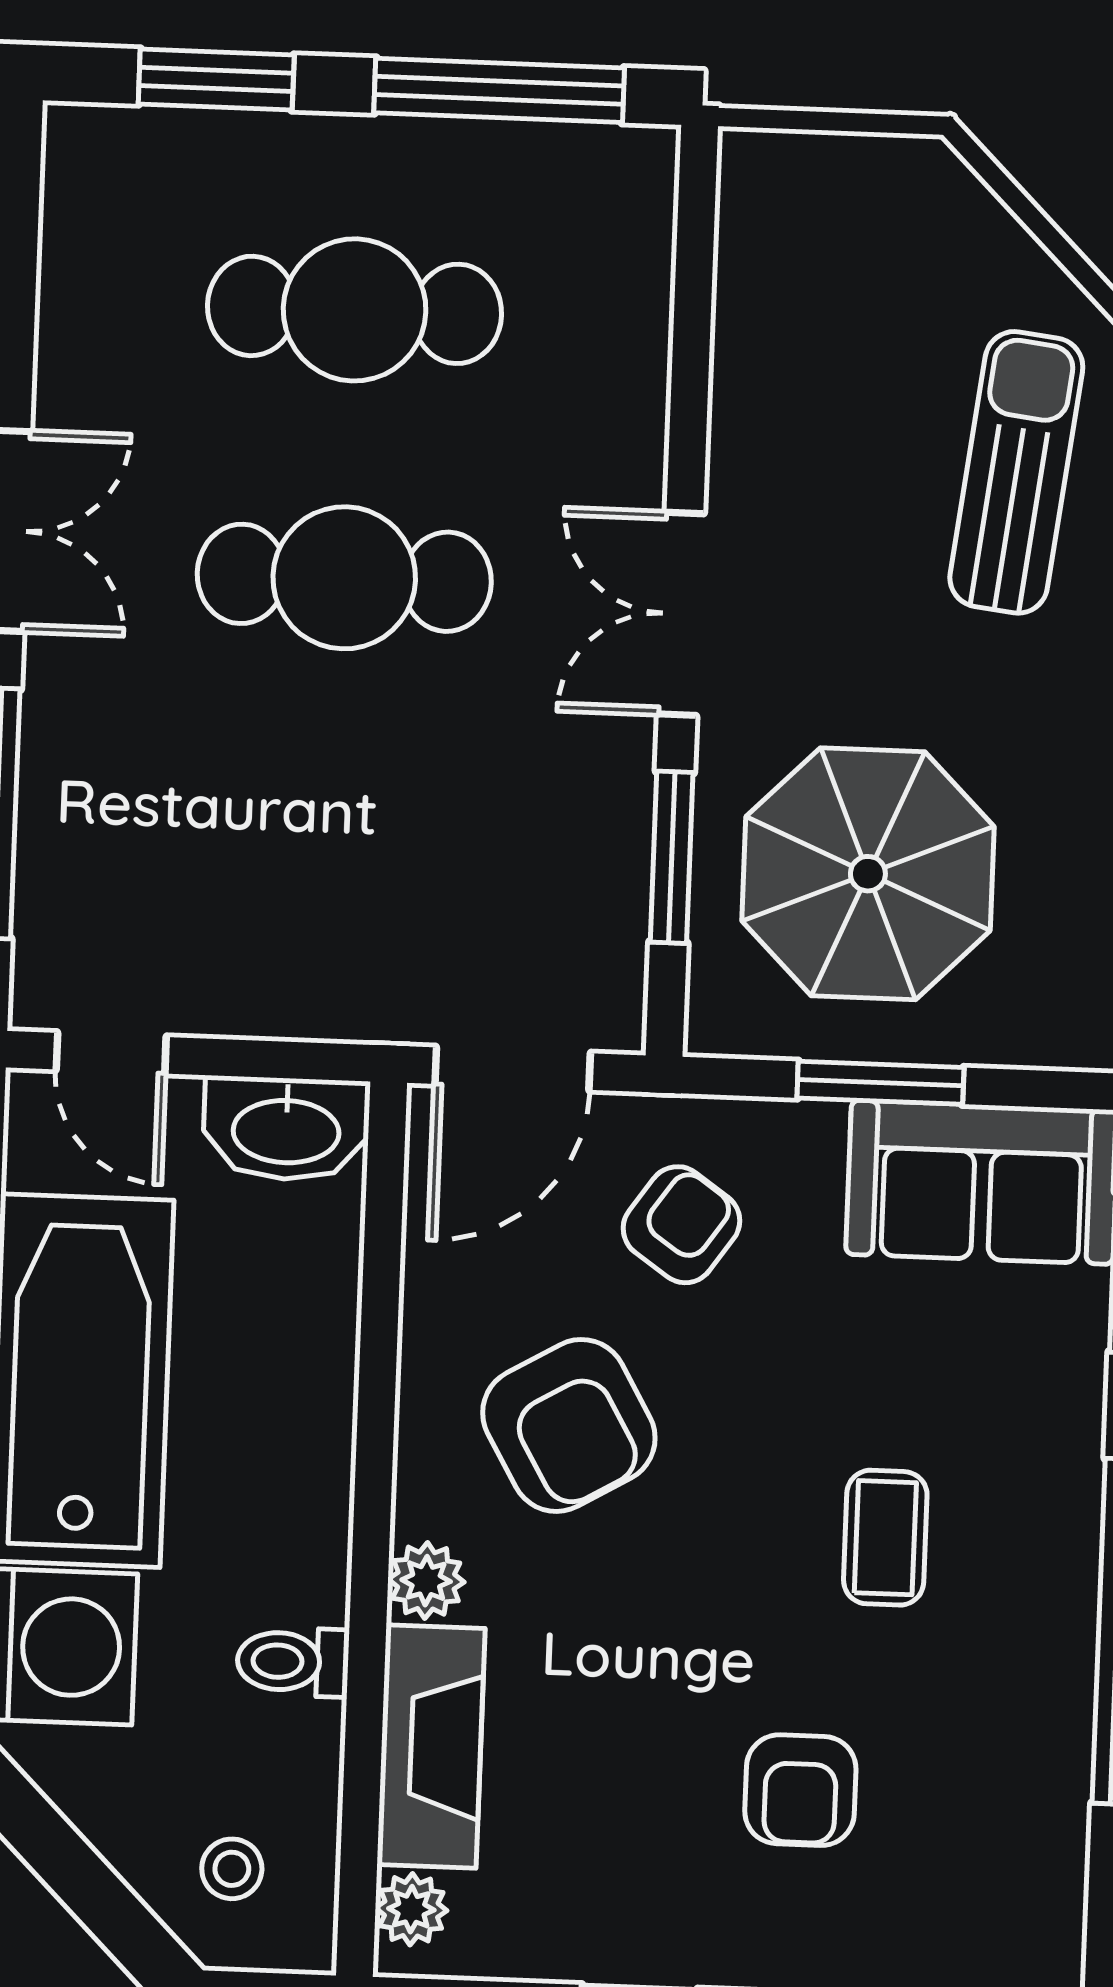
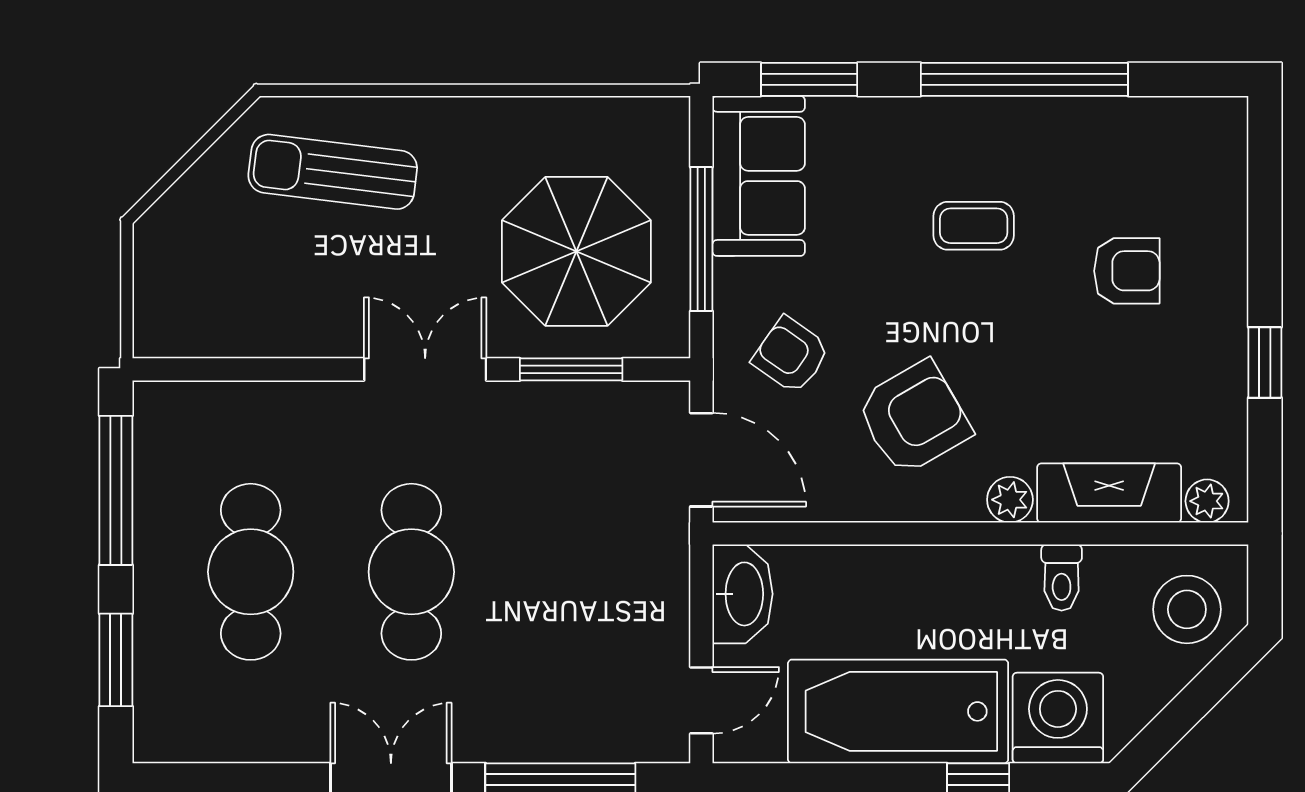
double door: (681, 614) -> (425, 369), swing flipped
window: (880, 1083) -> (701, 239), width x1.44
stool: (232, 1869) -> (1187, 609), width x1.89, depth x1.89

